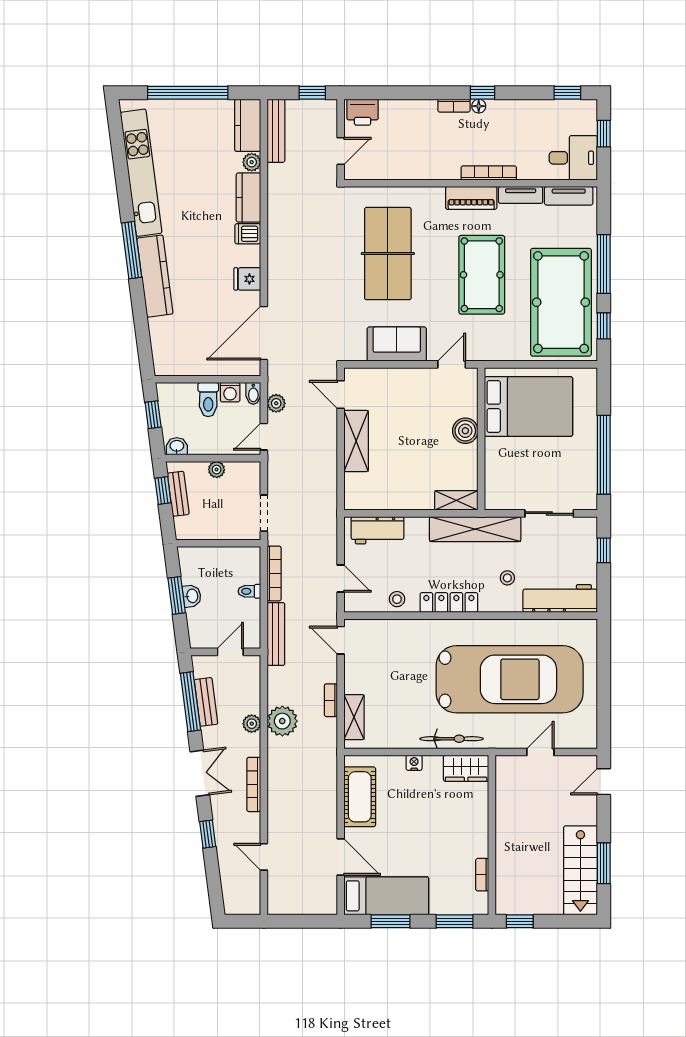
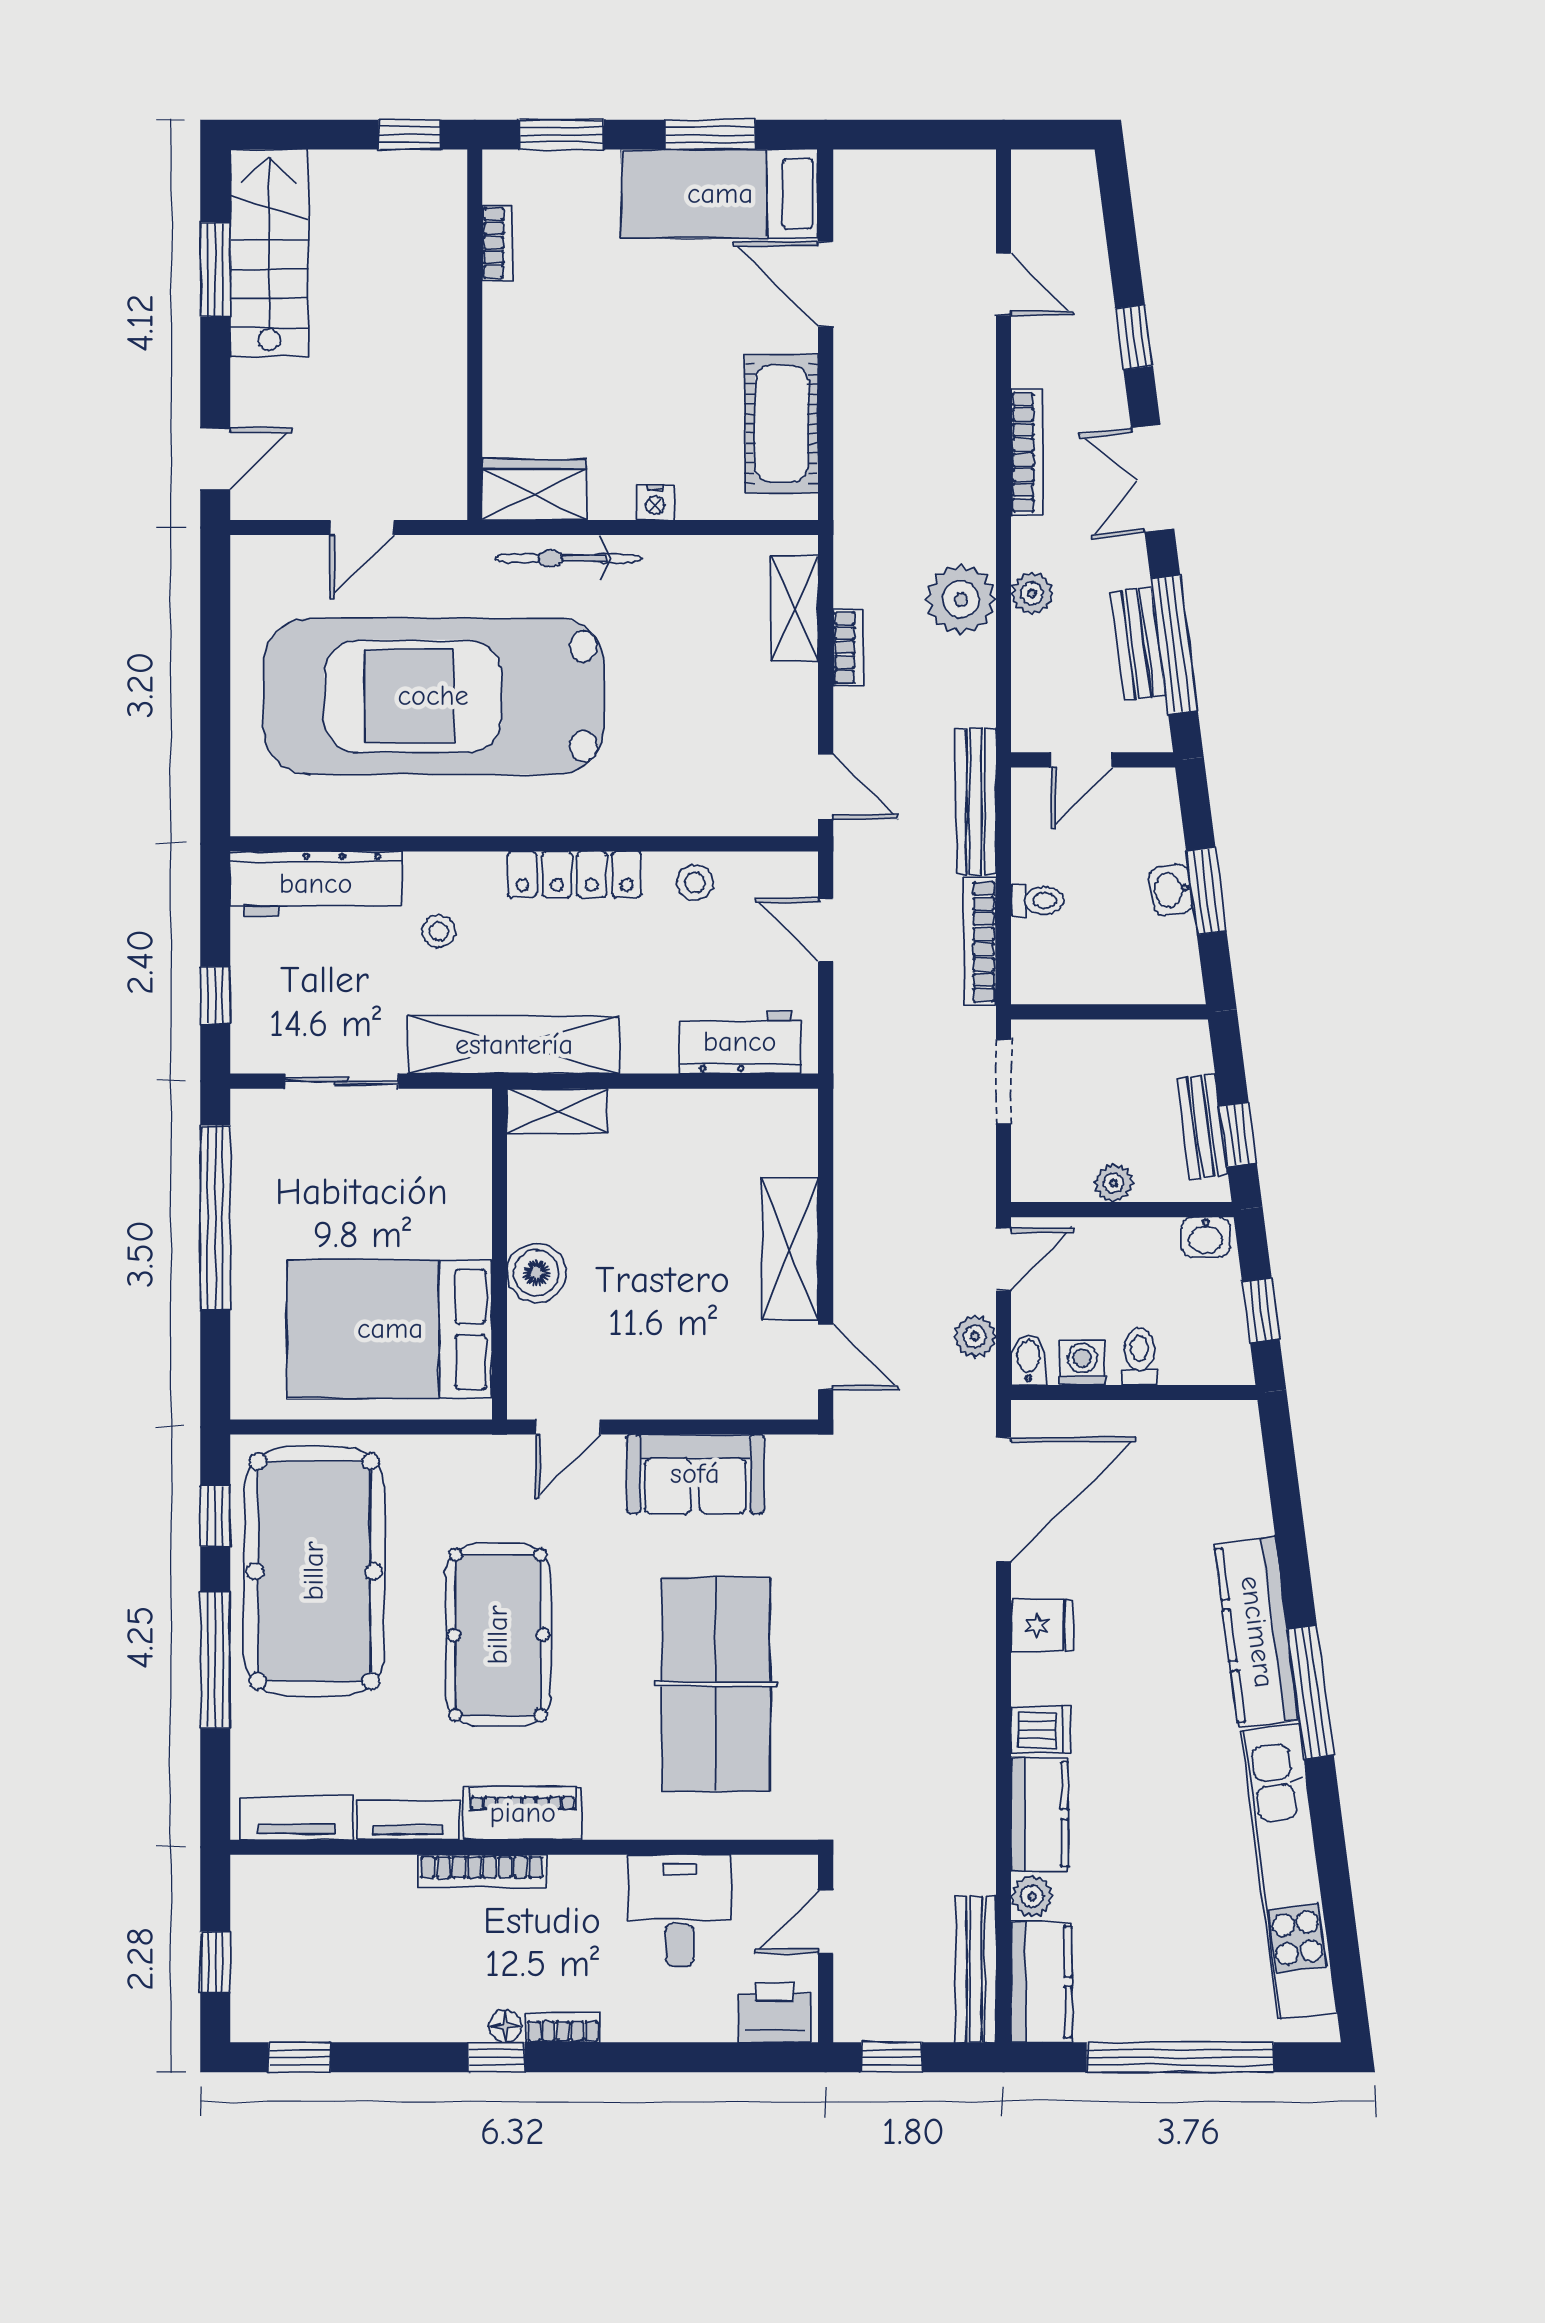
desk: (573, 158) -> (680, 1910), moved, turned 90
toilet: (208, 400) -> (1139, 1356), width x0.73, depth x0.72

